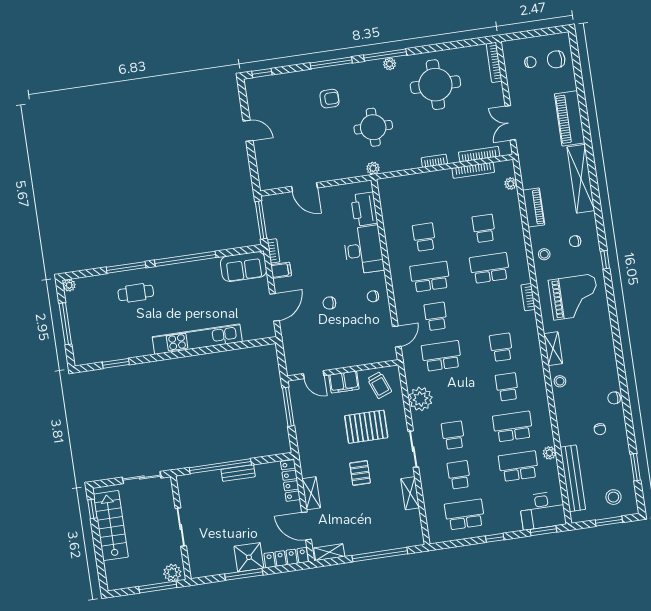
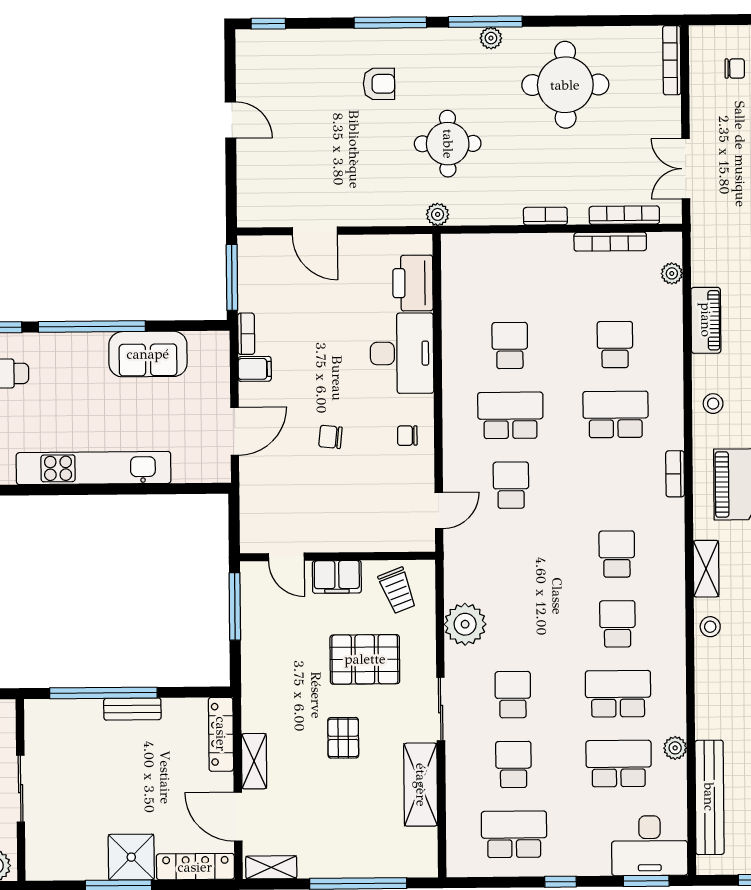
sofa: (244, 267) -> (148, 354), moved
school desk: (442, 356) -> (512, 555), removed
shelving: (410, 493) -> (421, 785), width x1.50, depth x1.33

